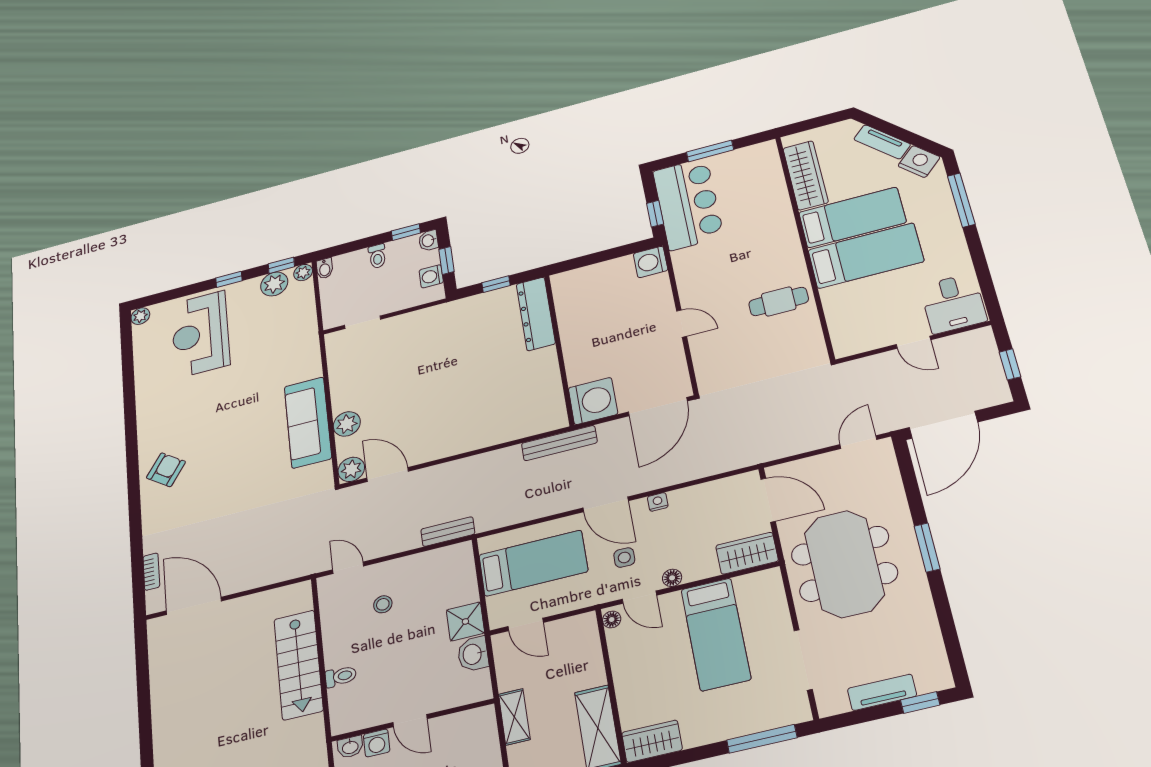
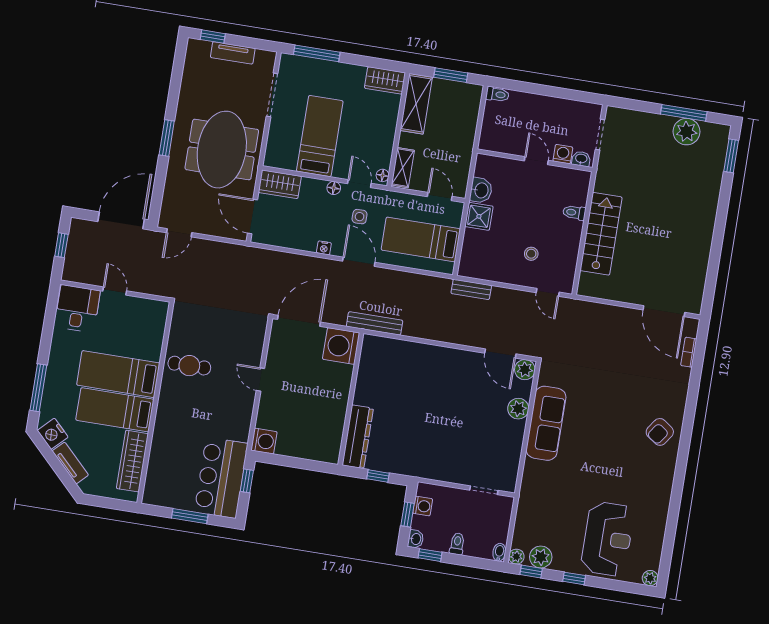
shelving: (514, 717) -> (403, 168), moved

